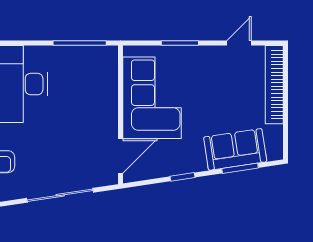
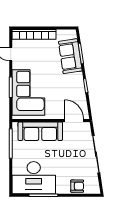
sofa: (101, 96) -> (40, 131), added
corner sofa: (152, 98) -> (28, 92), moved, turned 90

